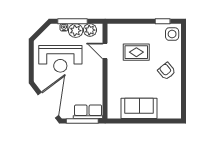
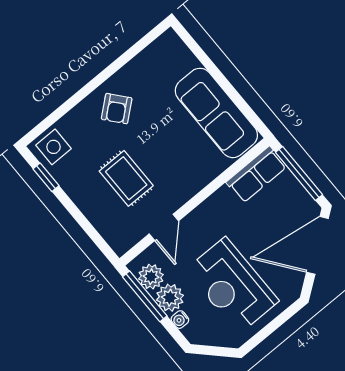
window: (73, 21) -> (145, 296), moved
reception desk: (60, 59) -> (232, 285), turned 180
sofa: (139, 108) -> (216, 113), width x1.36
row of seats: (88, 112) -> (256, 174), moved, turned -90

